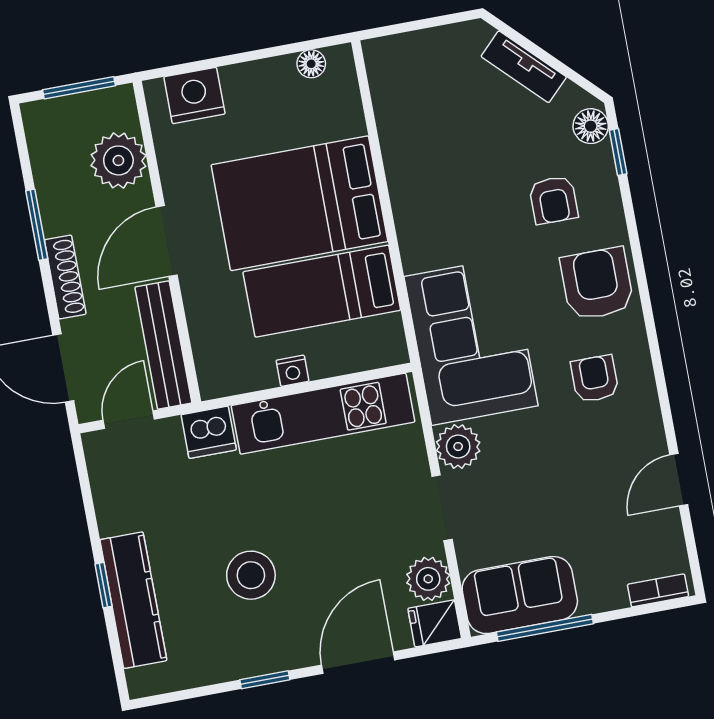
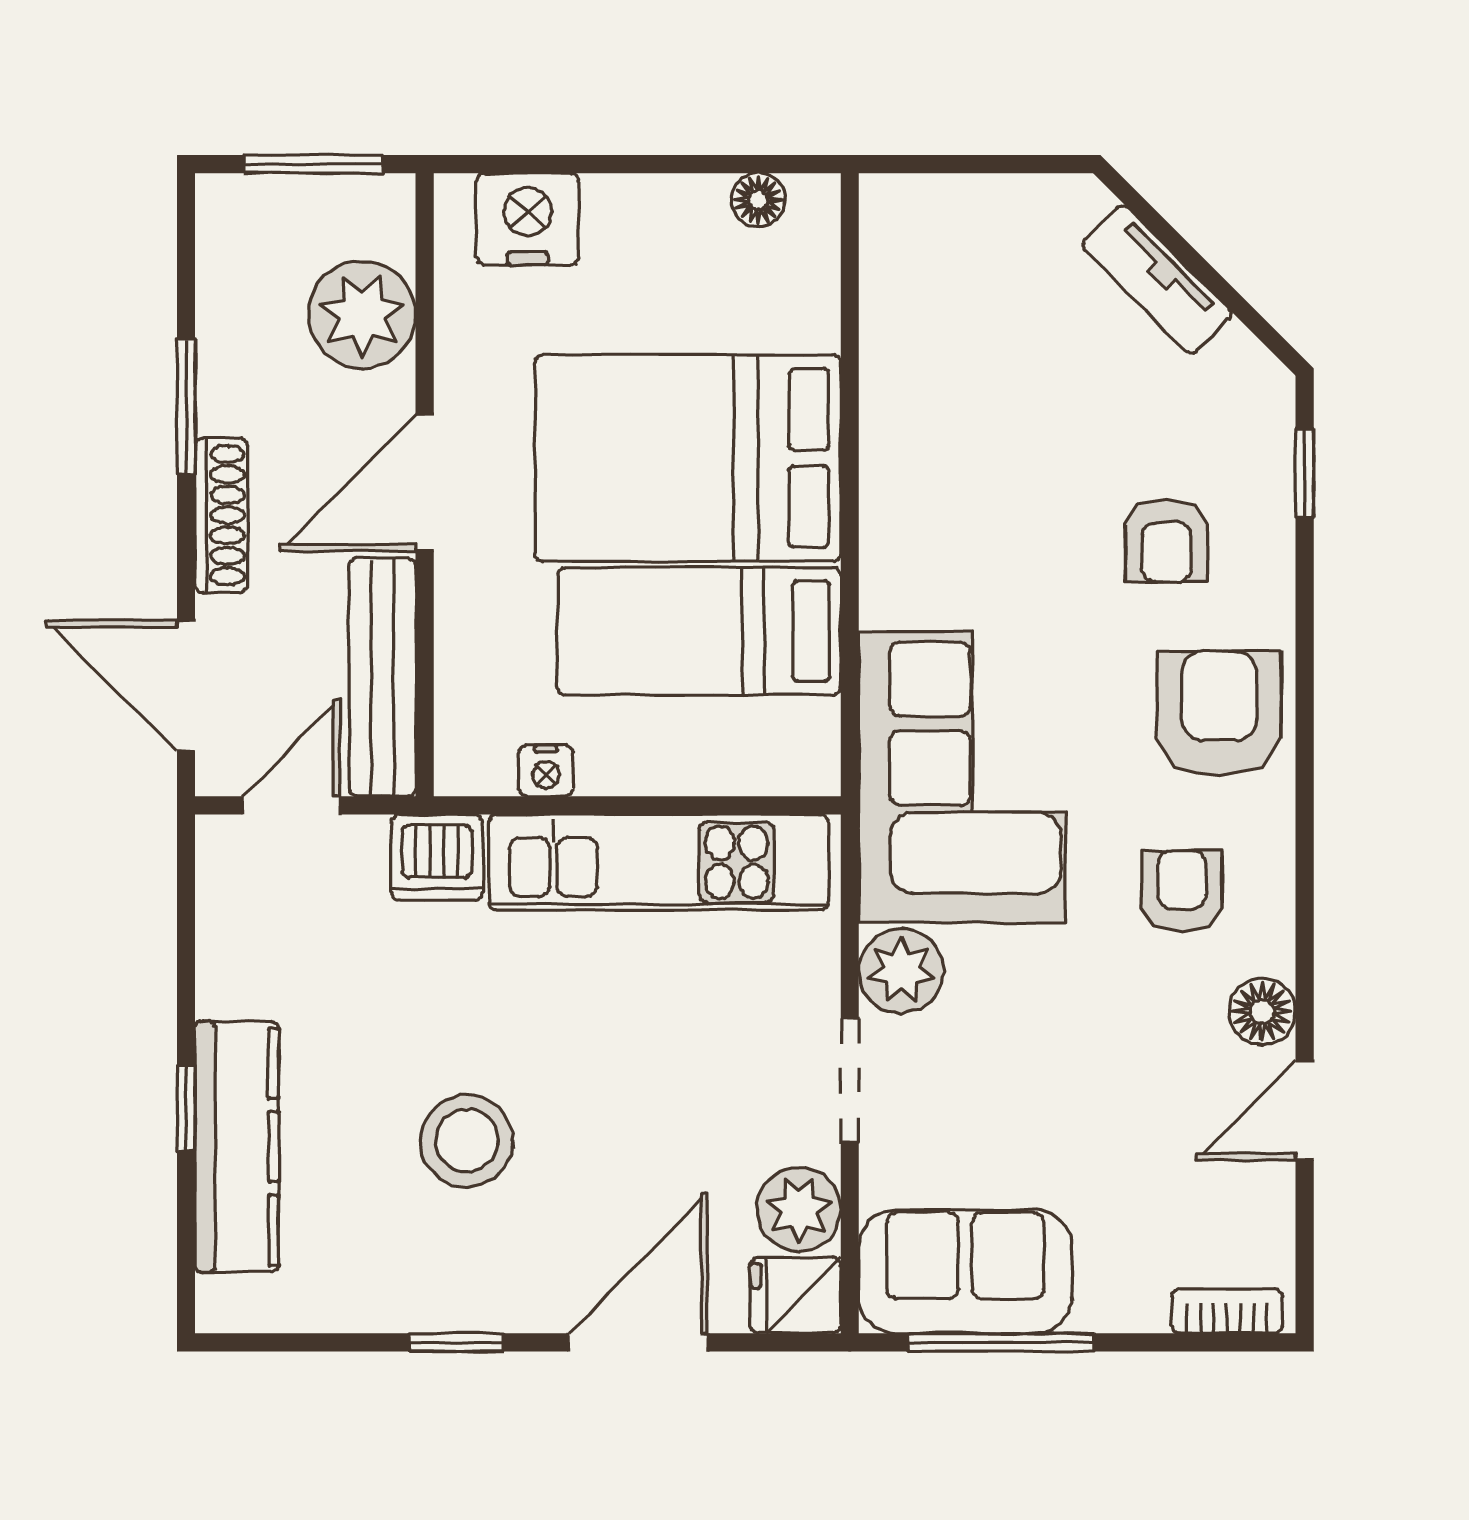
floor lamp: (591, 126) -> (1262, 1012), moved
nightstand: (292, 371) -> (546, 771), moved

